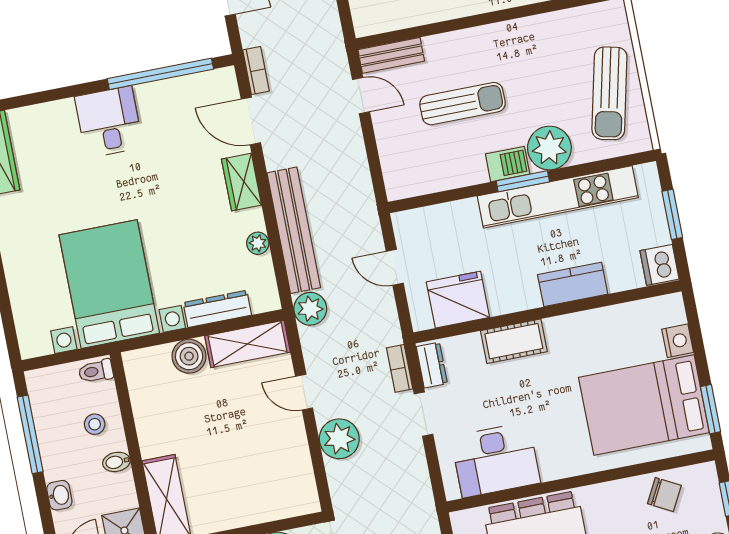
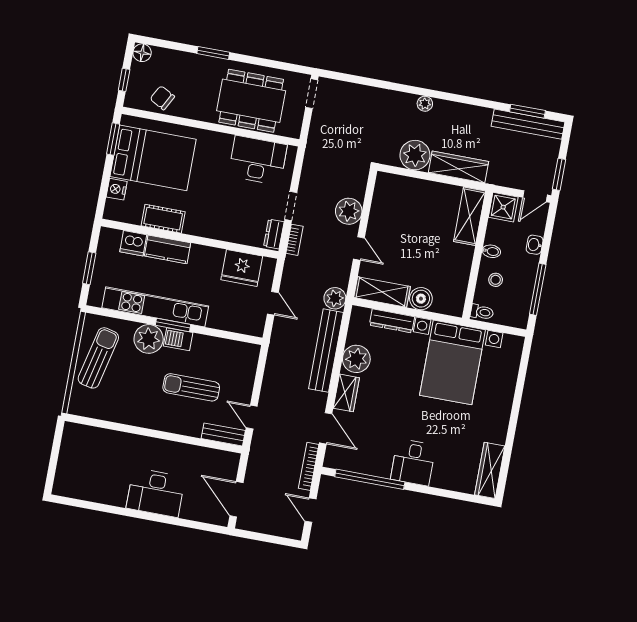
bookcase: (256, 71) -> (309, 466), width x1.56
plant: (258, 243) -> (356, 359), width x1.88, depth x1.88
dishwasher: (660, 265) -> (133, 243), moved, turned 90
cot: (514, 341) -> (163, 219), moved

